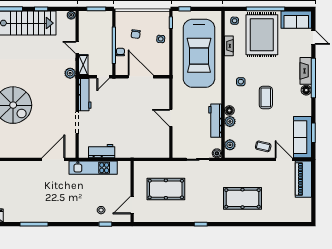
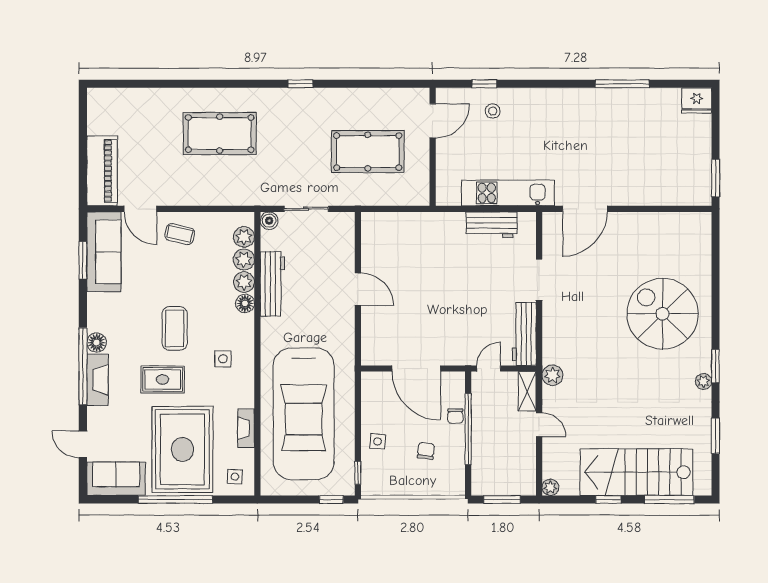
car: (199, 53) -> (304, 414), turned 180
rug: (272, 71) -> (163, 380), added
plant: (230, 133) -> (244, 260), added

